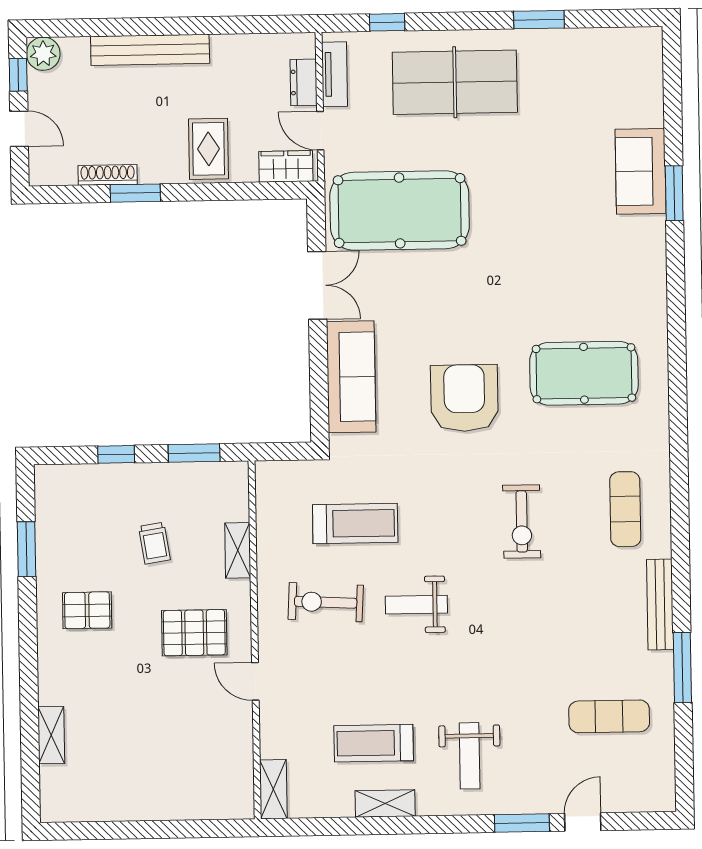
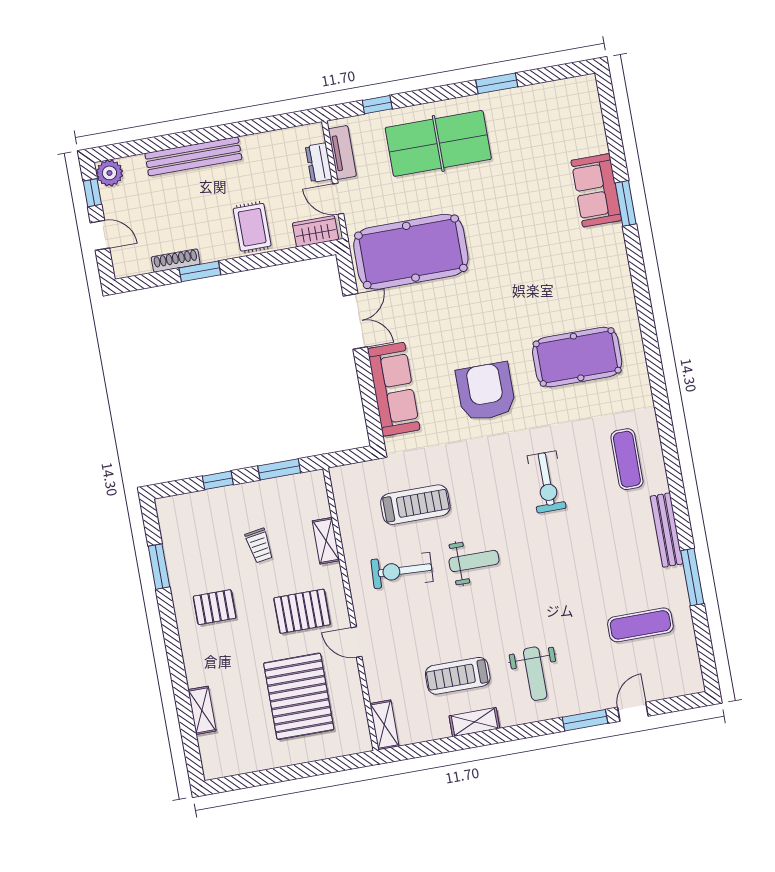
weight bench: (416, 605) -> (474, 561), turned 180
pallet: (173, 737) -> (299, 696), added

